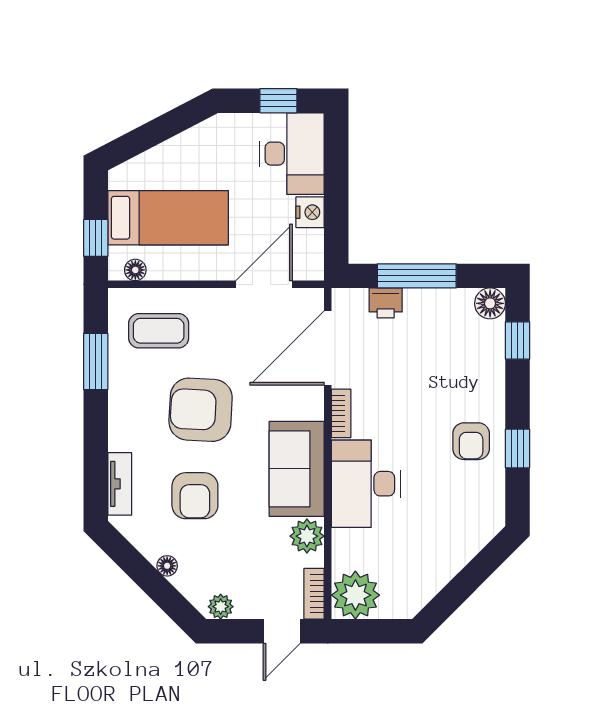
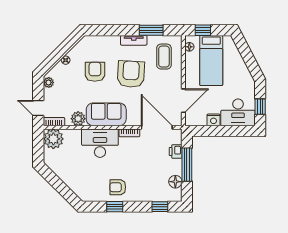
door: (264, 284) -> (183, 101), hinge flipped
floor lamp: (490, 303) -> (175, 182), moved
tv unit: (120, 484) -> (134, 40), moved
armchair: (195, 496) -> (95, 72), turned 90

